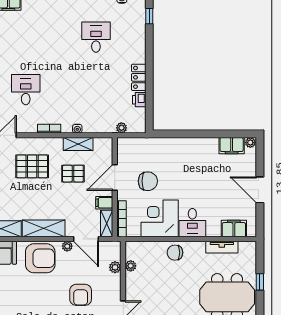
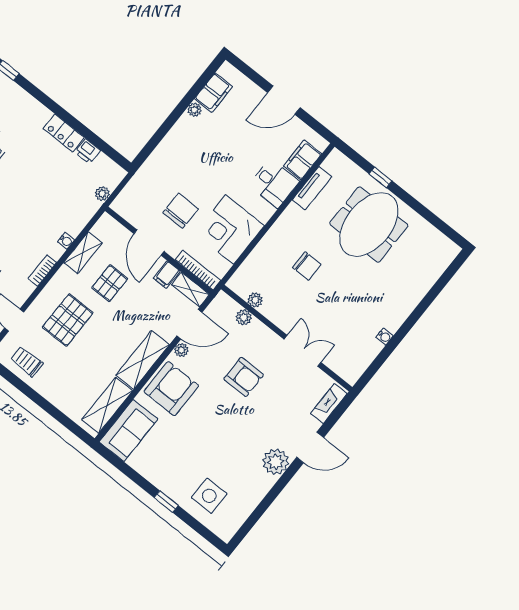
plant: (250, 143) -> (195, 110), moved
desk: (192, 223) -> (274, 183), moved
chair: (175, 253) -> (307, 266), moved, turned -90

